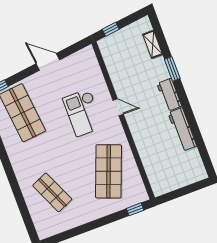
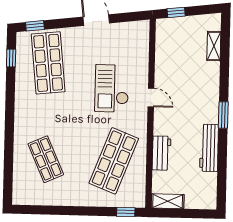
window: (172, 69) -> (223, 115), moved
workbench: (169, 95) -> (161, 153), moved, turned 180
shelving: (166, 187) -> (168, 201), added

